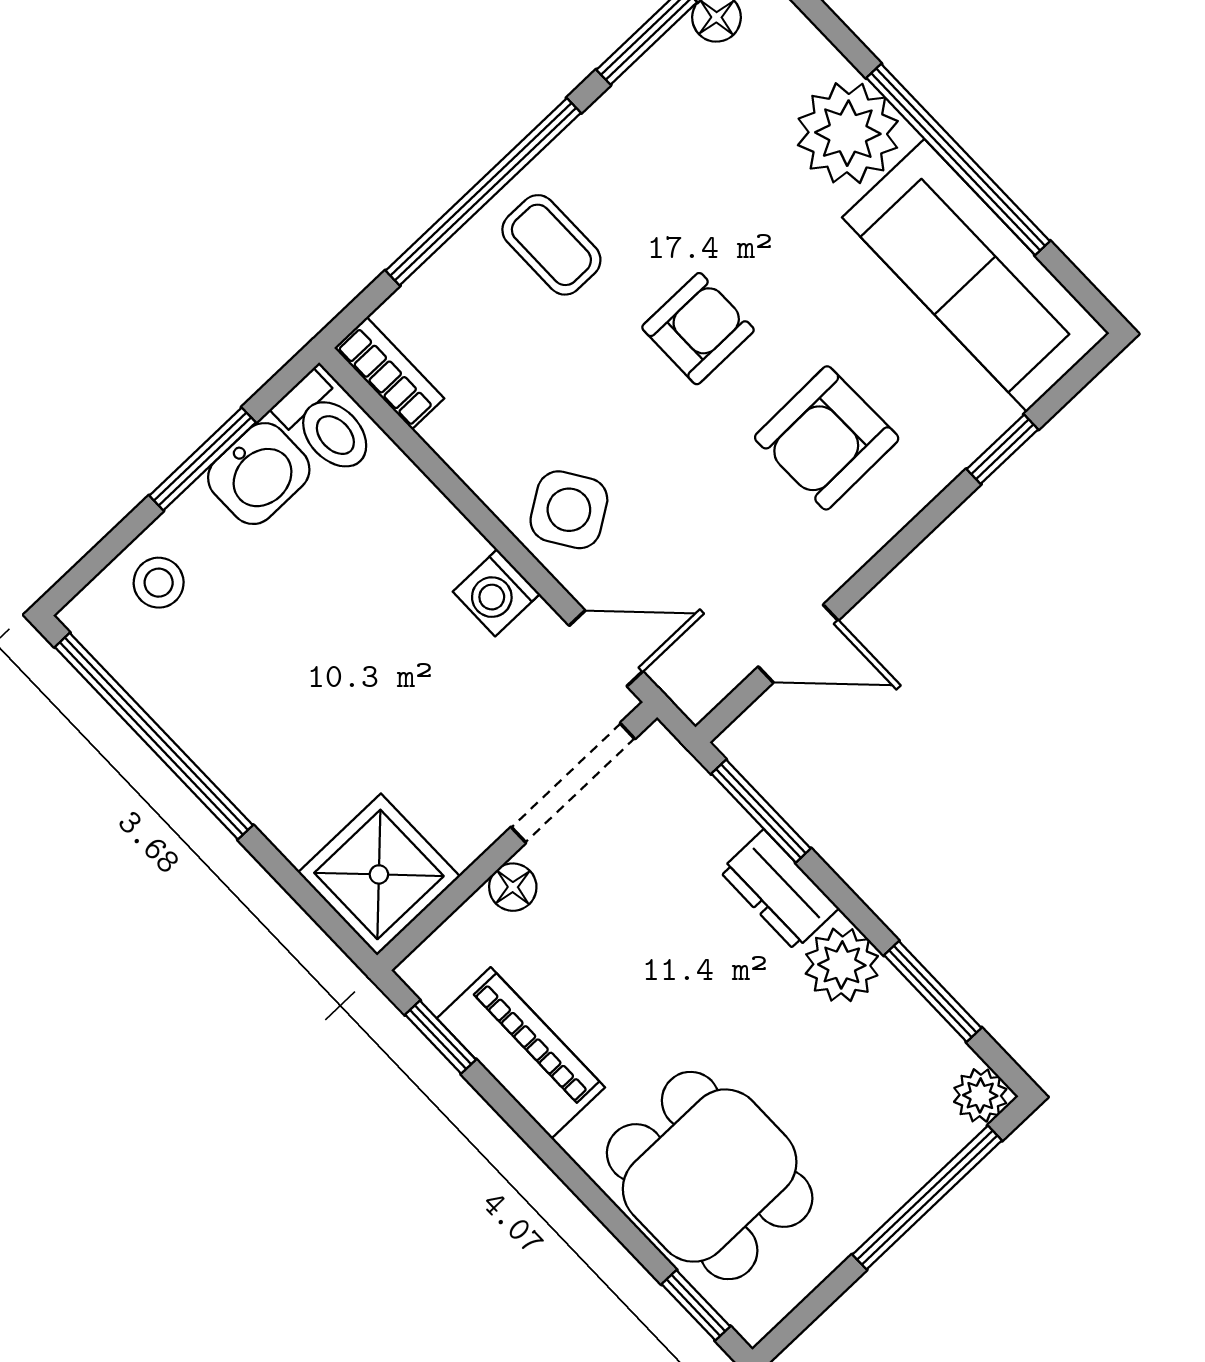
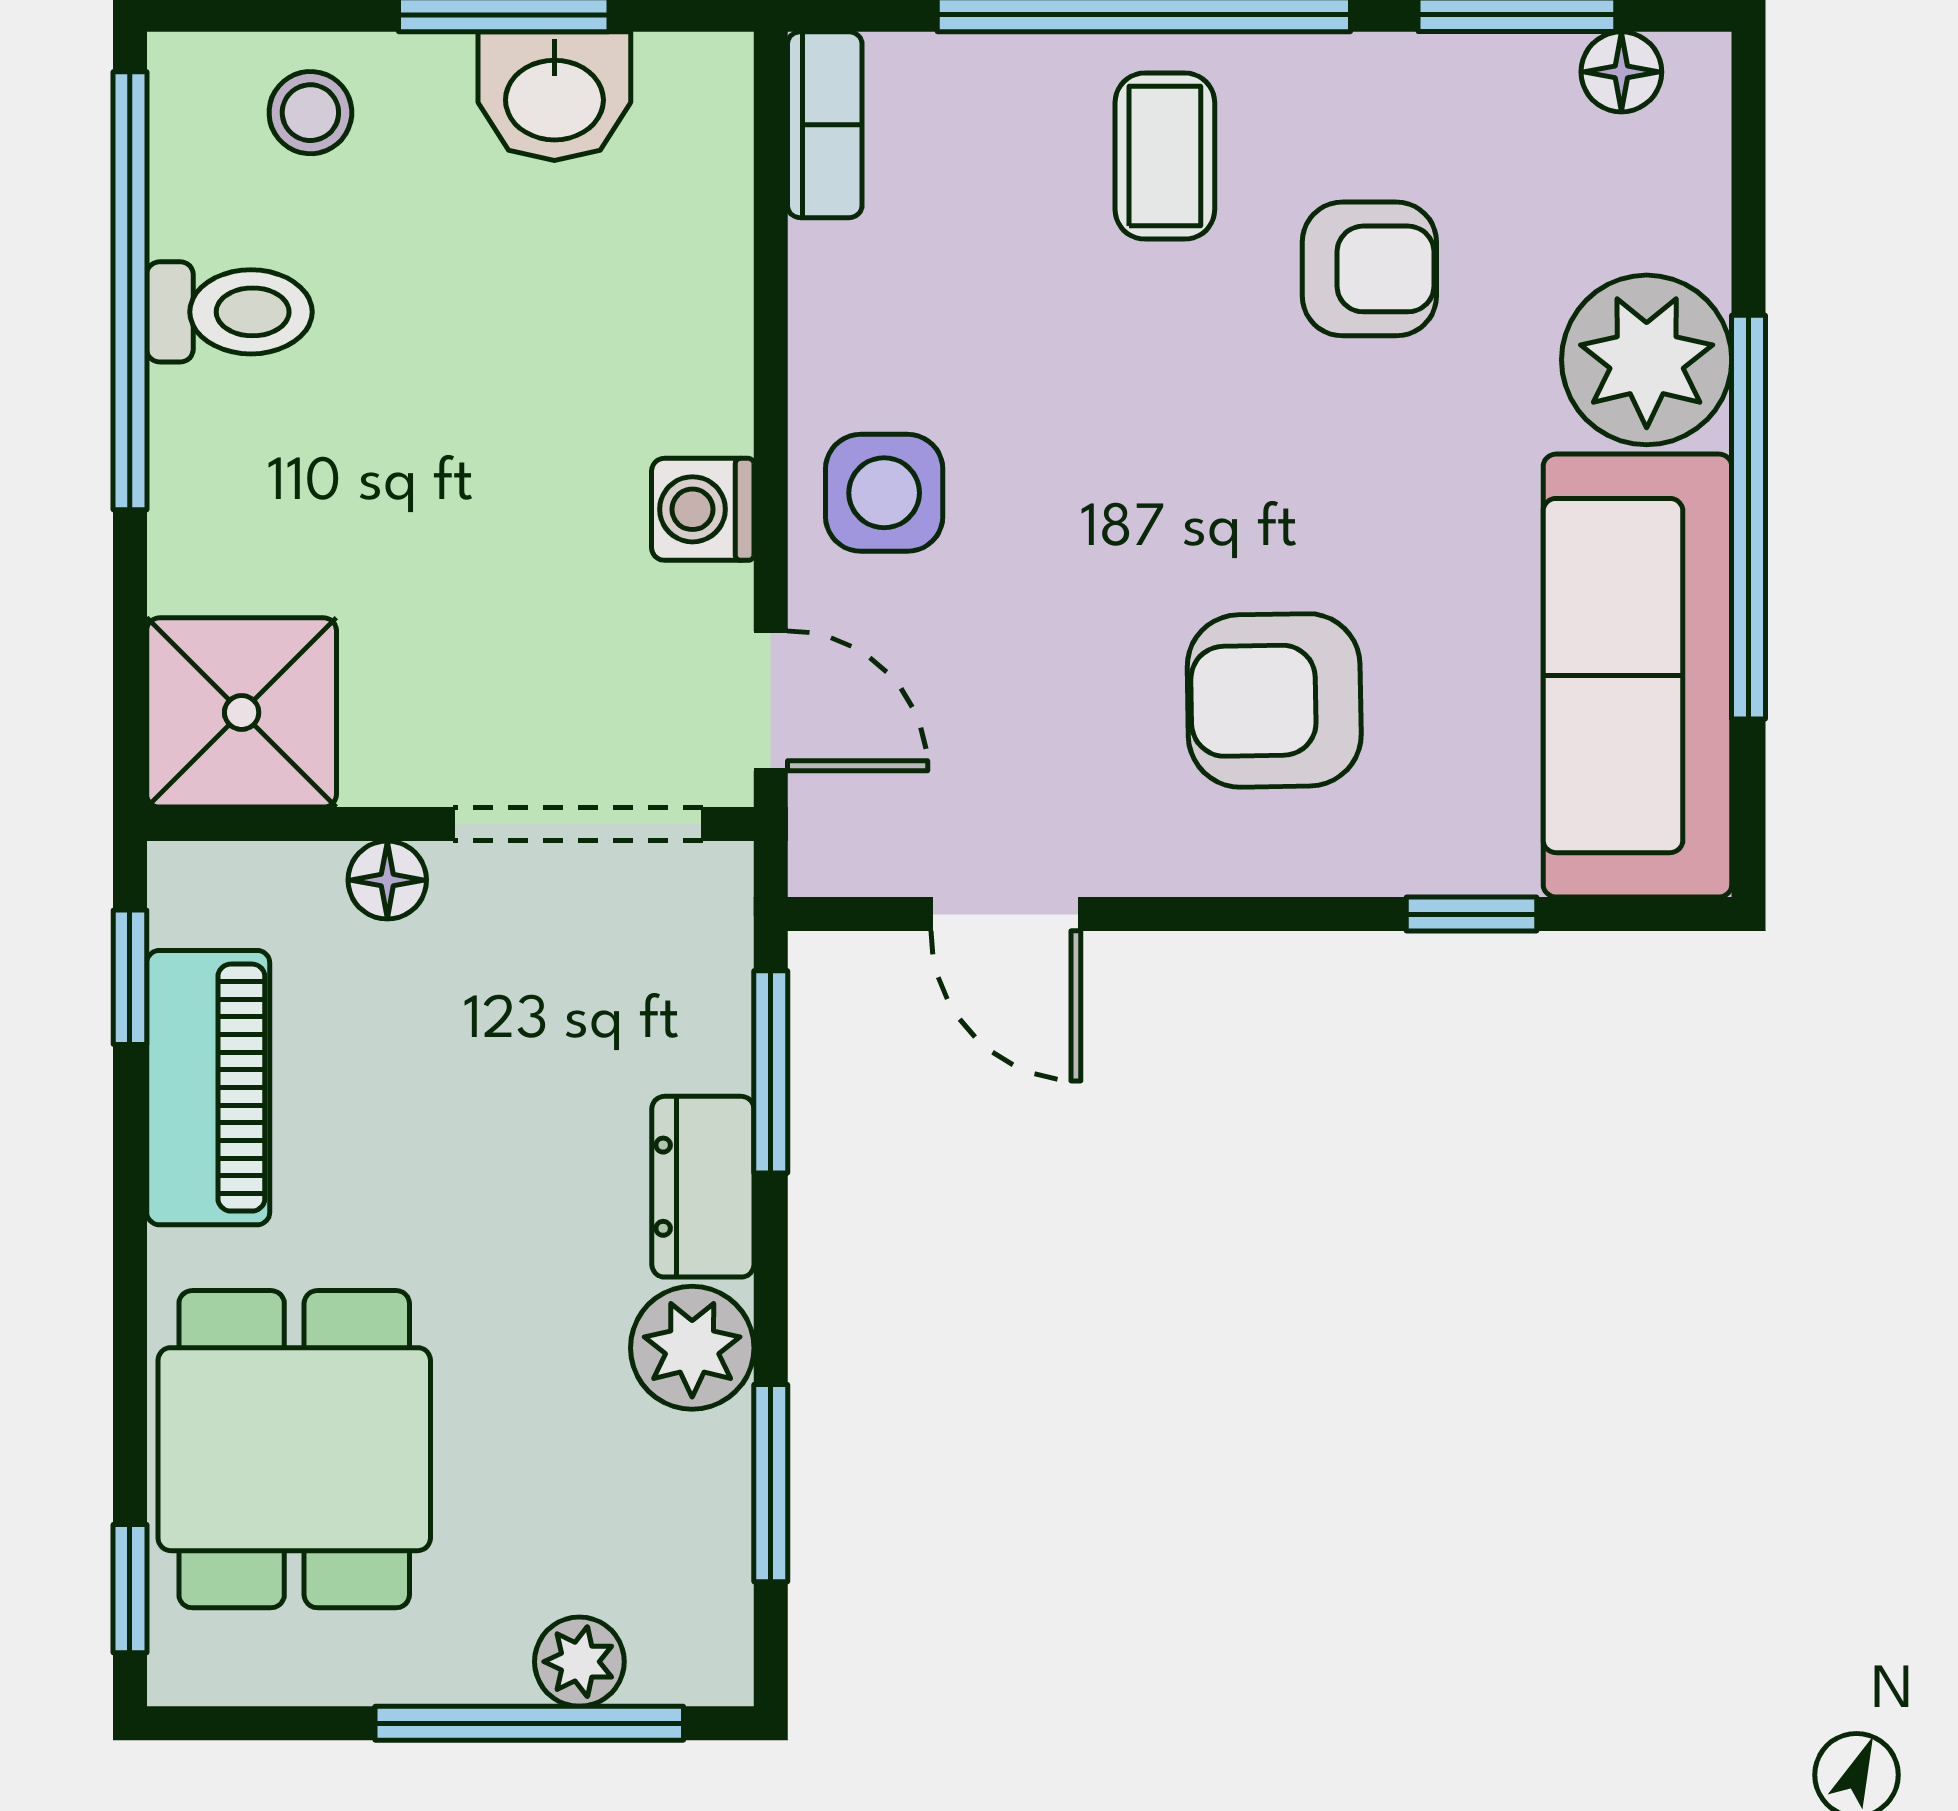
armchair: (698, 329) -> (1369, 269), moved
toilet: (326, 425) -> (229, 312), moved, turned -90
side table: (569, 510) -> (884, 493), turned 33
plant: (980, 1095) -> (579, 1662), moved

